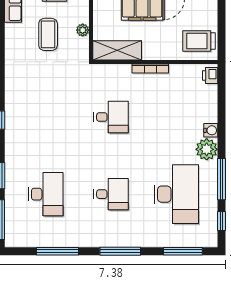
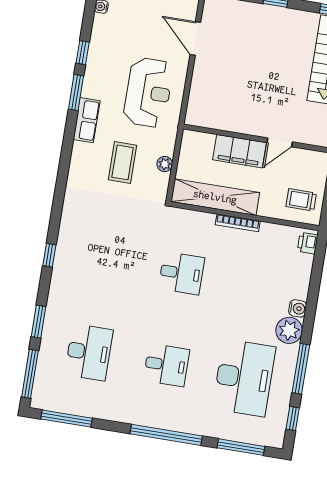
trolley: (199, 41) -> (301, 200), width x0.73, depth x0.72
shelving: (117, 50) -> (215, 197), width x1.47
window: (57, 251) -> (67, 419), moved
window: (120, 251) -> (166, 435), width x1.46

